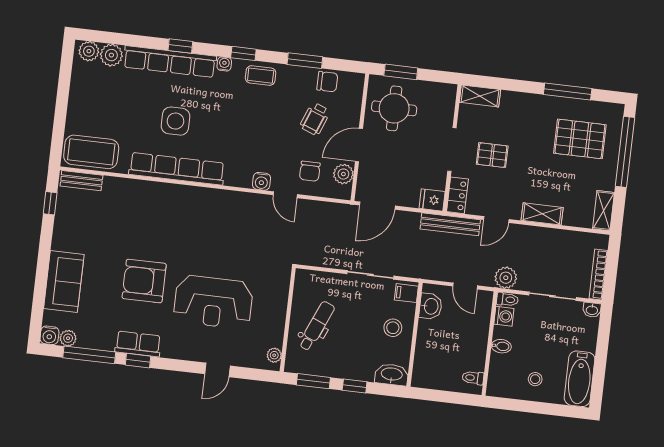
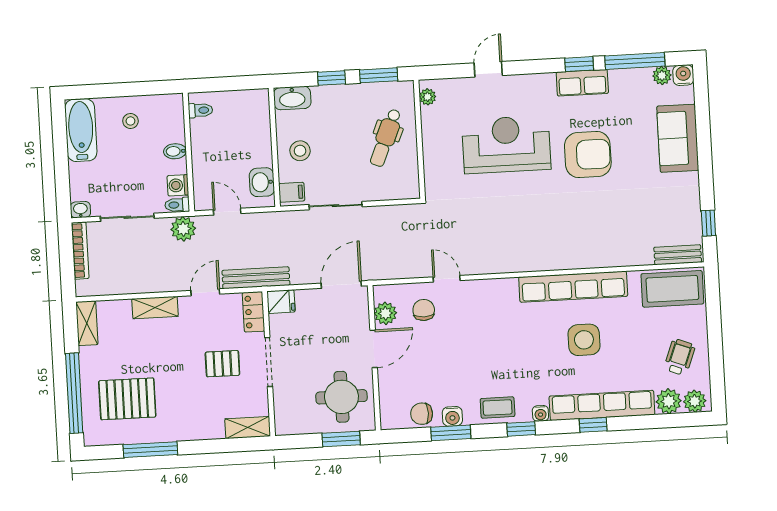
wheelchair: (315, 119) -> (680, 357), moved
water cooler: (261, 181) -> (452, 416), moved, turned 180

